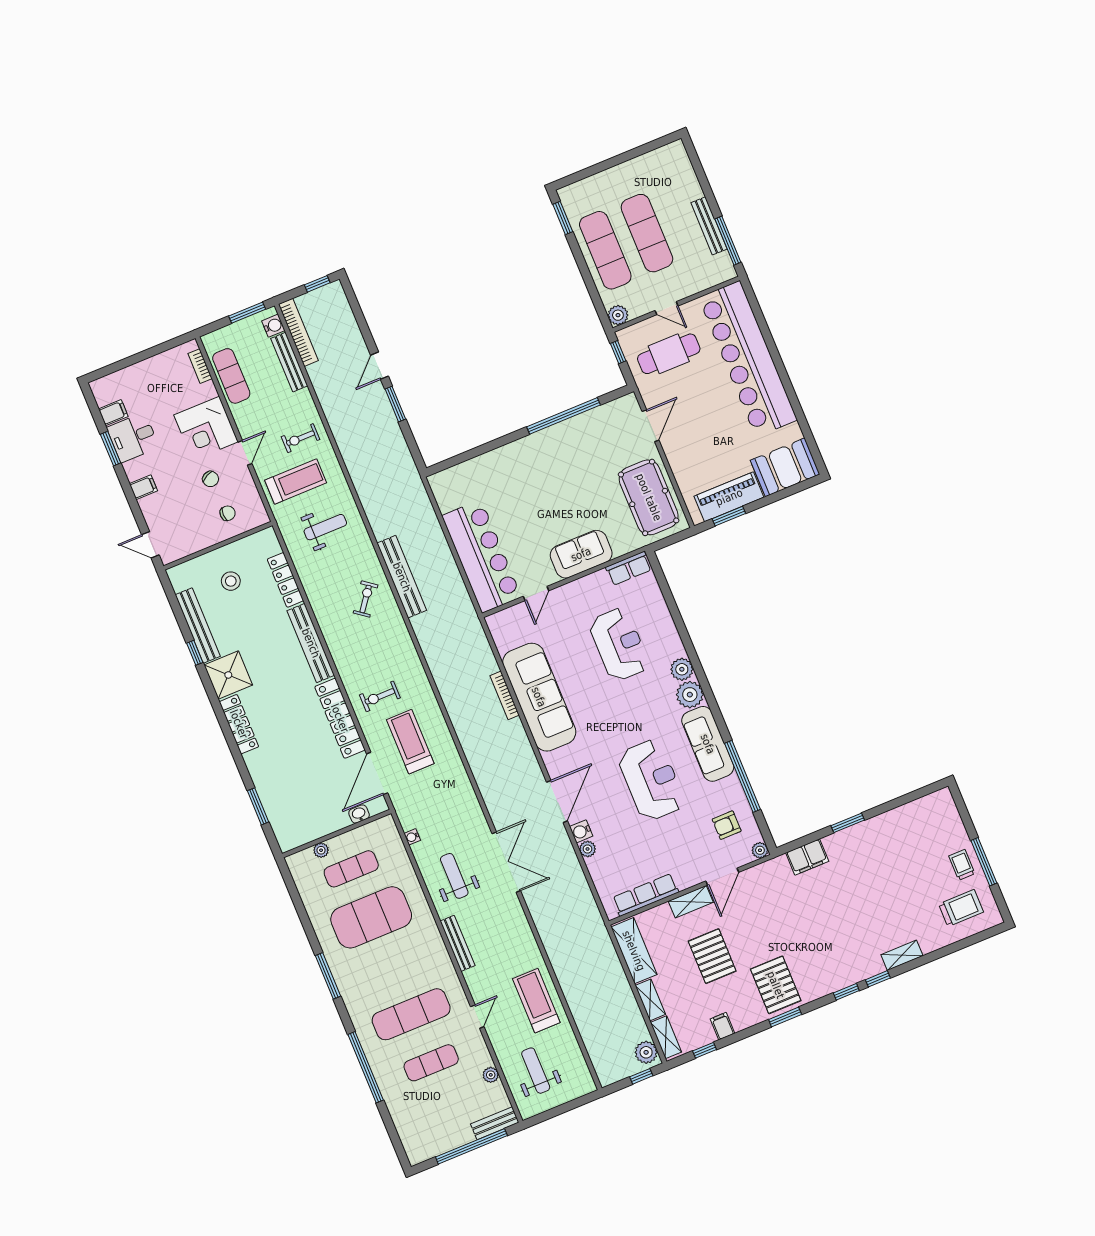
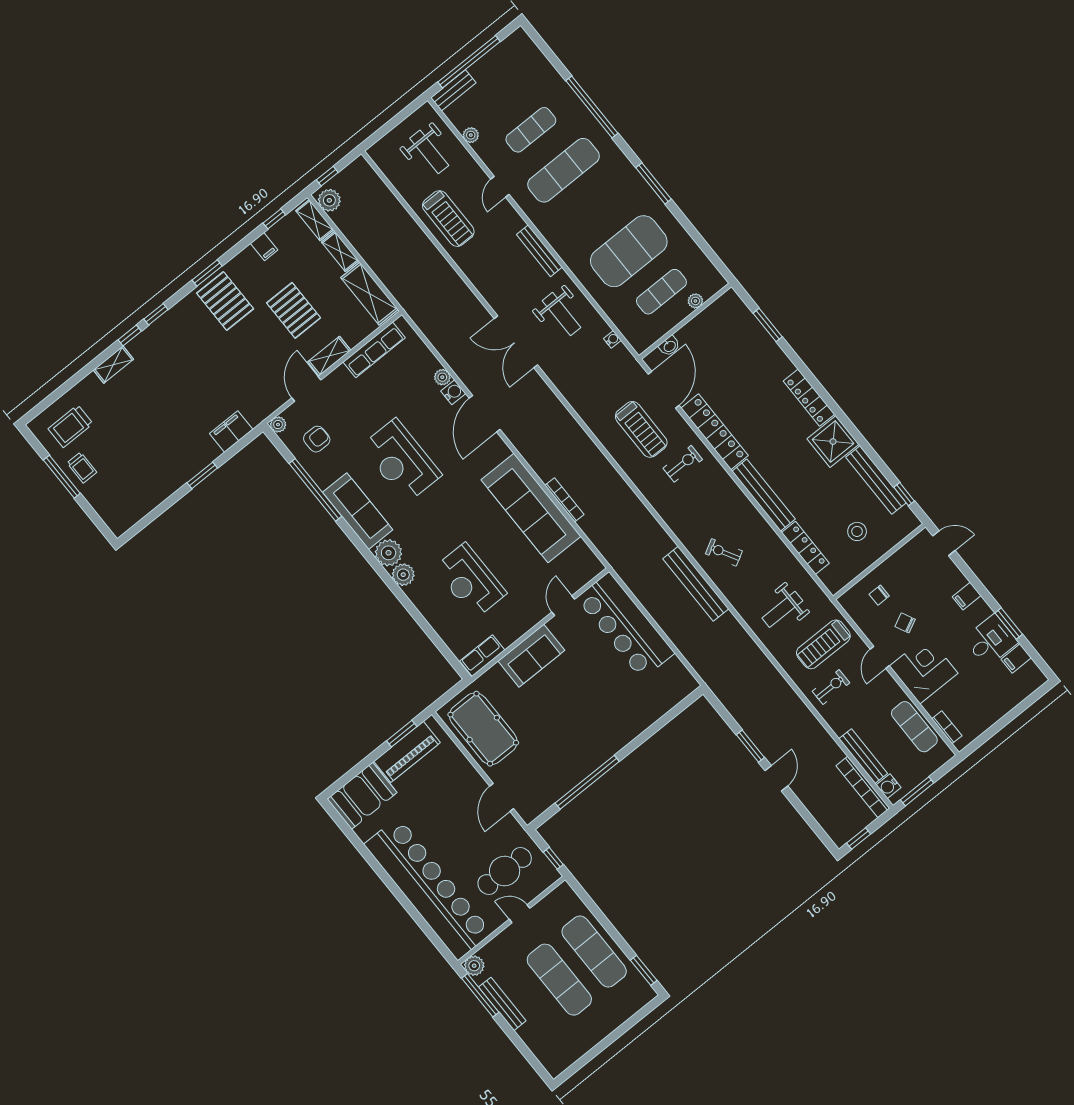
plant: (618, 315) -> (474, 966), moved
exercise bike: (366, 599) -> (724, 552), turned 114
window: (195, 653) -> (904, 494), moved

